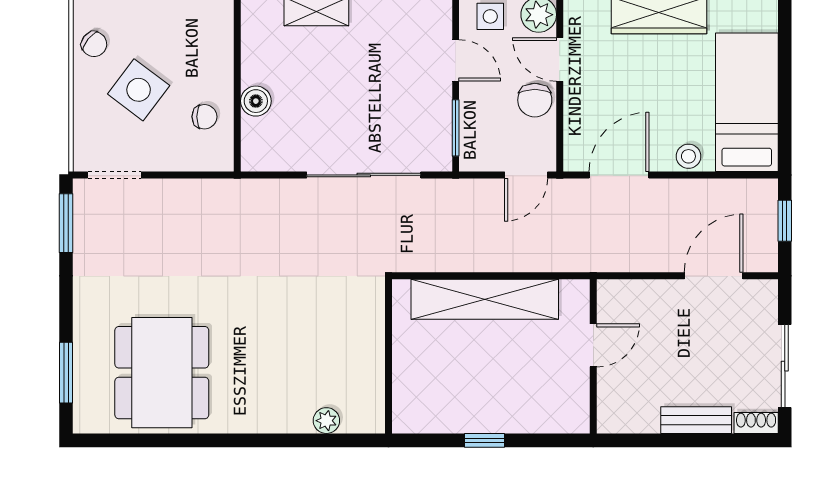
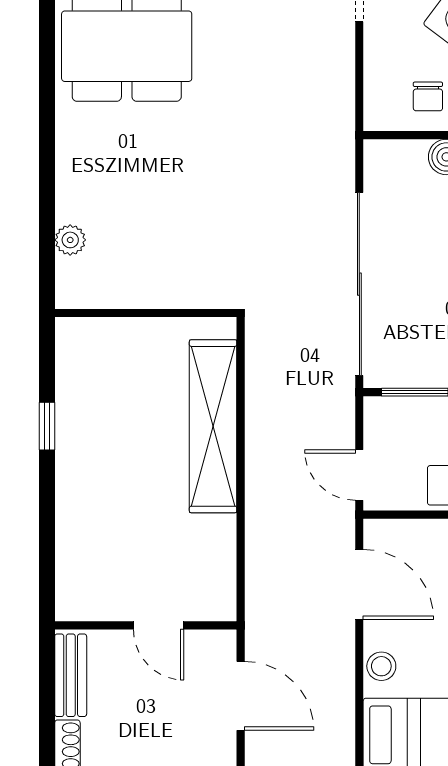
sliding door: (364, 175) -> (359, 284), width x1.36
door: (593, 345) -> (159, 625), moved
wall: (593, 356) -> (146, 625), moved

